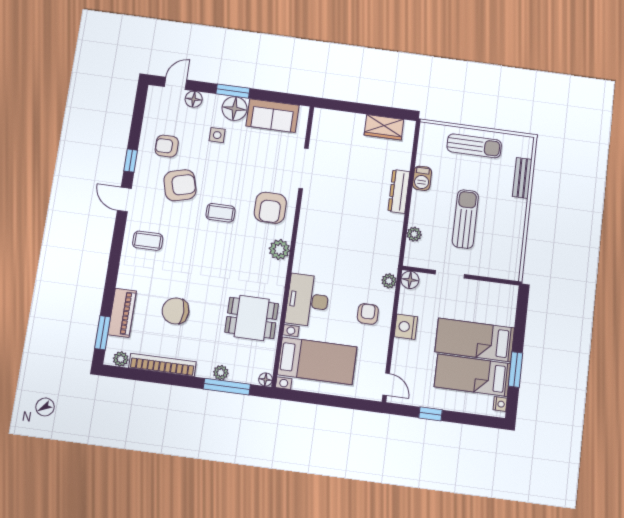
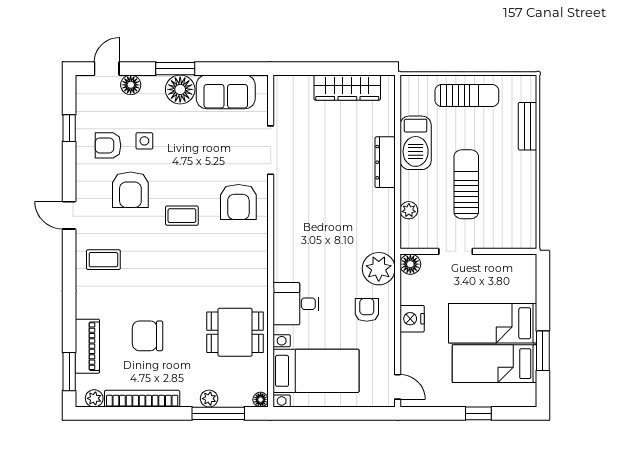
wardrobe: (384, 127) -> (347, 88), width x1.50
side table: (217, 135) -> (144, 141), moved
window: (131, 161) -> (69, 128), moved
barbecue: (422, 178) -> (416, 143), width x1.88, depth x1.53
armchair: (180, 185) -> (130, 190), turned 105
plant: (279, 250) -> (256, 249), removed
plant: (389, 281) -> (379, 269), width x1.87, depth x1.87
desk: (308, 300) -> (296, 304), width x0.73
nightstand: (500, 404) -> (529, 392), removed
window: (431, 414) -> (478, 413), moved

